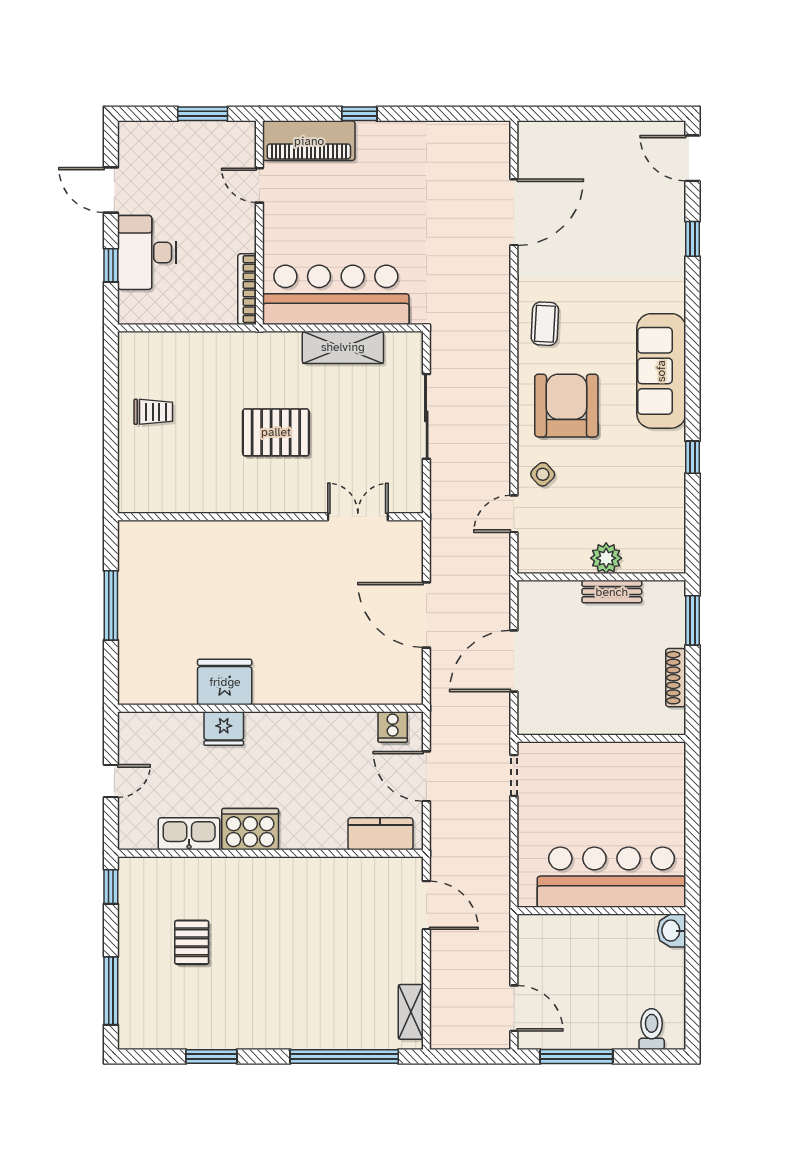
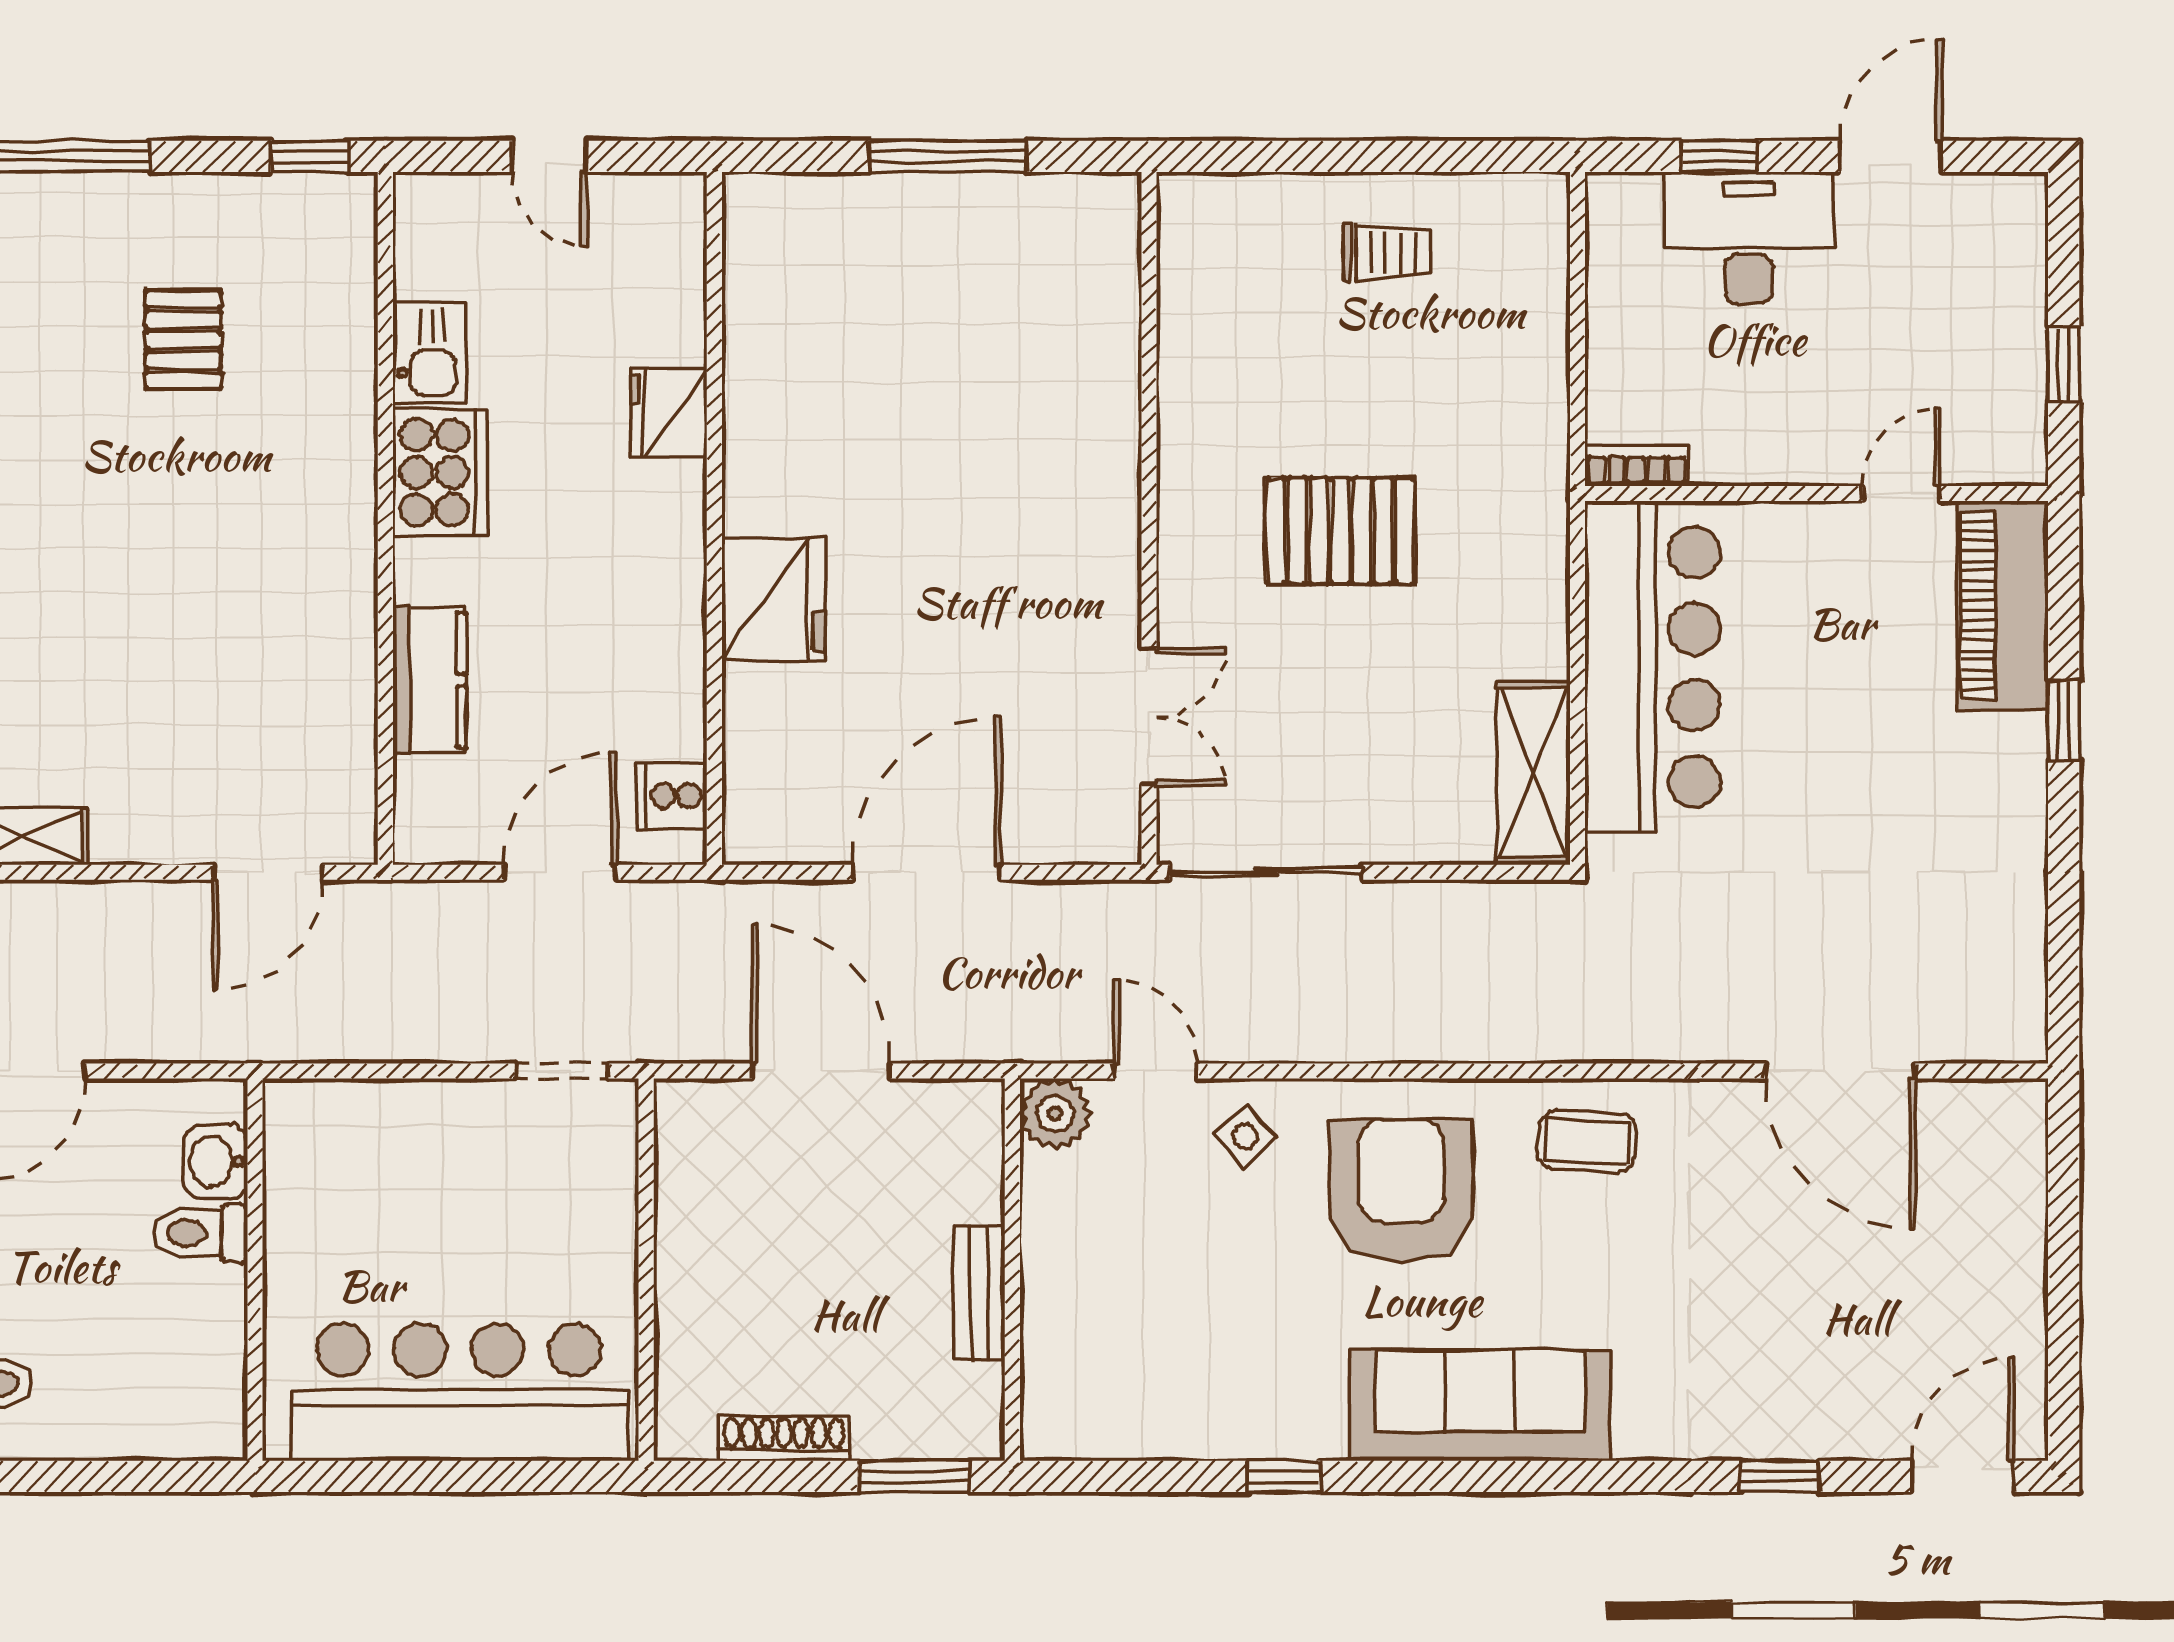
window: (203, 114) -> (2064, 365), width x0.67
bookcase: (247, 289) -> (1637, 465), width x0.64
shelving: (343, 347) -> (1533, 773), moved
armchair: (566, 406) -> (1401, 1190), turned -90
trolley: (153, 412) -> (1387, 253), turned -90
sliding door: (426, 416) -> (1266, 872), moved
pallet: (276, 432) -> (1340, 531), turned 90
plant: (606, 558) -> (1055, 1114), moved
fridge: (225, 682) -> (774, 599), moved
kitchen sink: (189, 834) -> (429, 353), width x0.73
kitchen counter: (380, 834) -> (429, 680), moved
bar counter: (611, 877) -> (459, 1392), moved, turned -90
washbasin: (672, 931) -> (216, 1161), moved, turned -90
toilet: (585, 935) -> (200, 1233), added
pallet: (192, 942) -> (183, 340), turned 90

